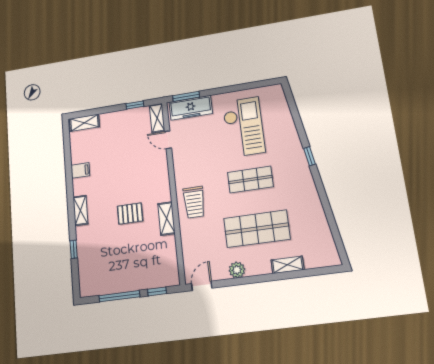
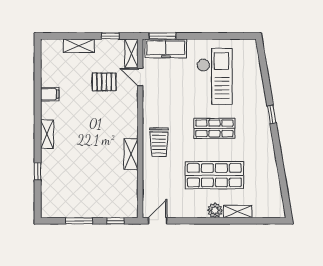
shelving: (84, 123) -> (79, 46), moved
pallet: (130, 214) -> (104, 82), moved
plant: (237, 270) -> (215, 210), moved
window: (119, 296) -> (79, 221), width x0.69

